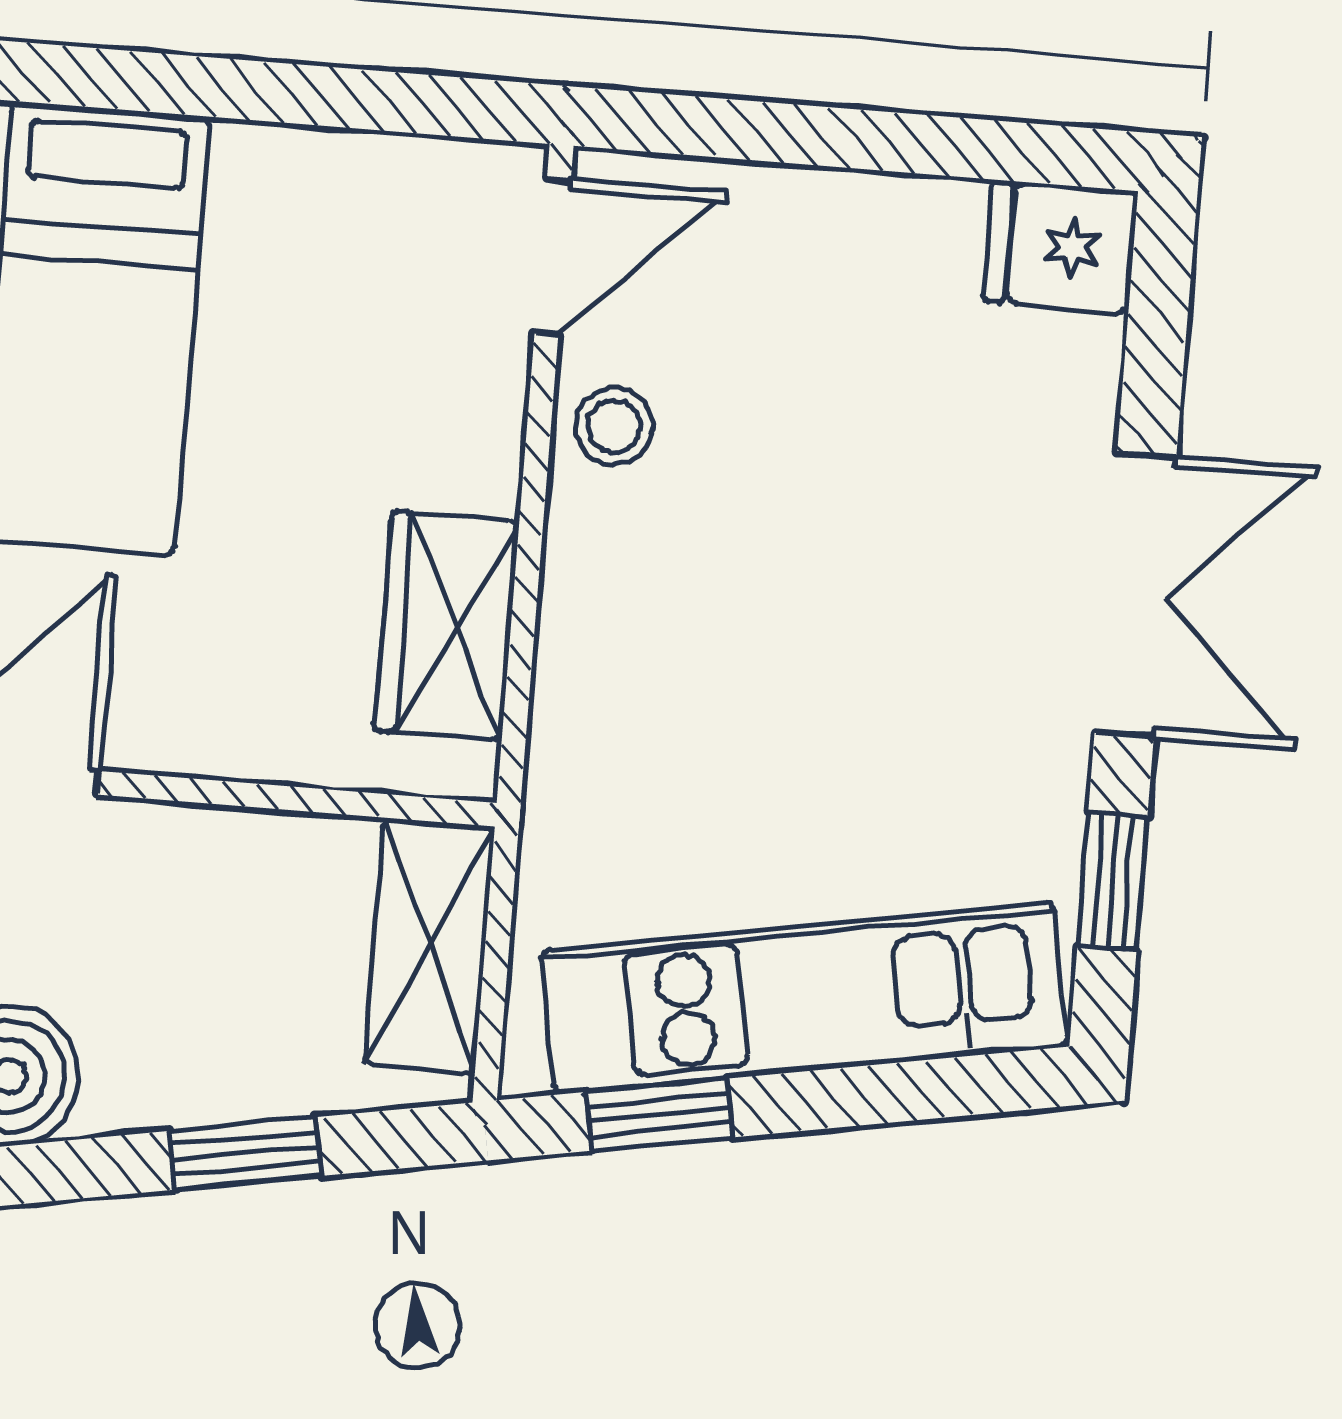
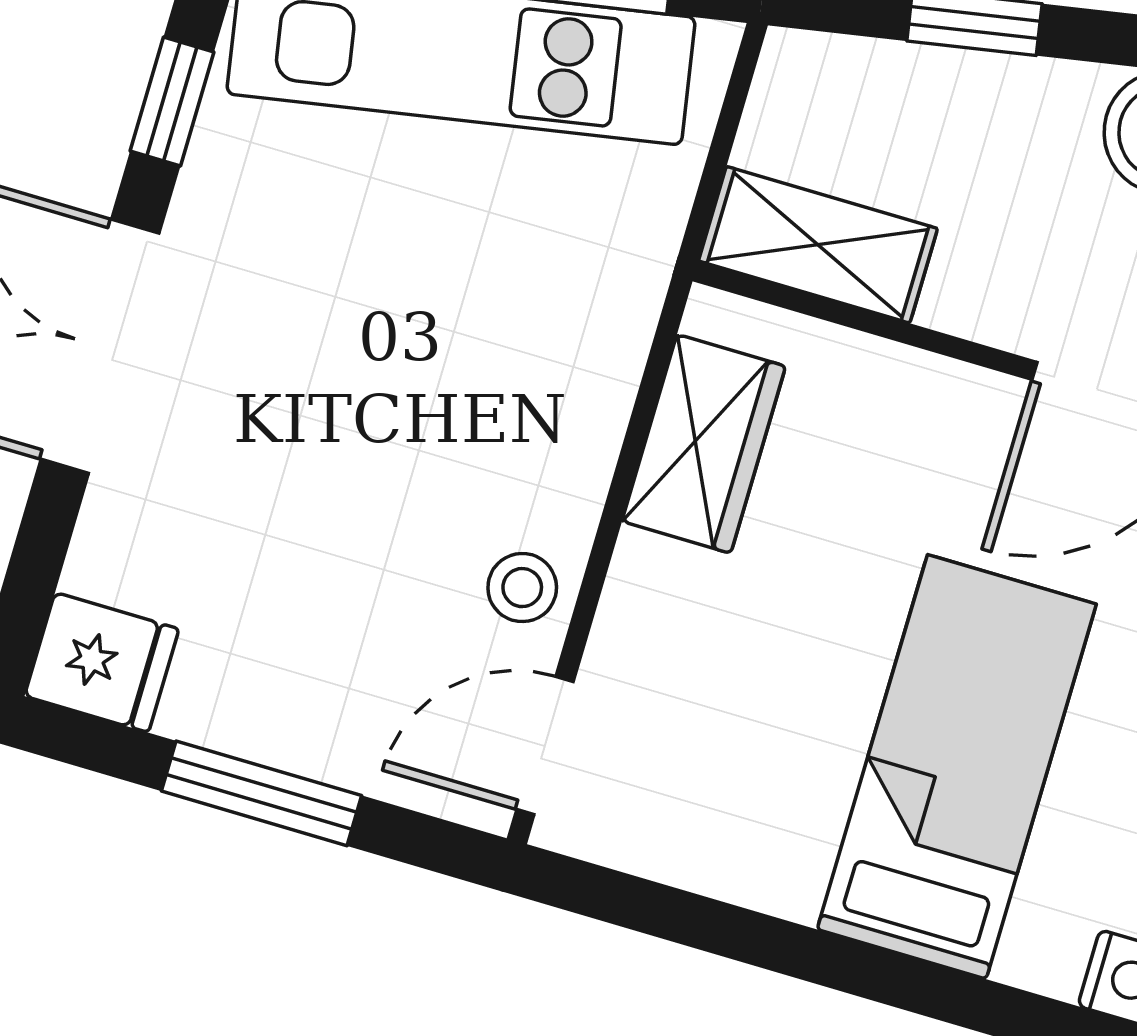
window: (854, 139) -> (262, 793), added
shelving: (429, 946) -> (818, 245), moved, turned 90

